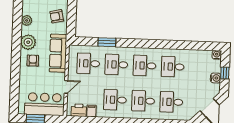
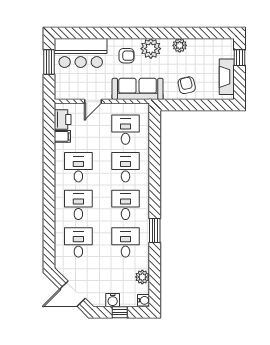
window: (107, 42) -> (155, 230), moved
plant: (199, 55) -> (142, 277), added
door: (66, 87) -> (93, 101), hinge flipped
bar counter: (44, 104) -> (81, 53), moved, turned 90

